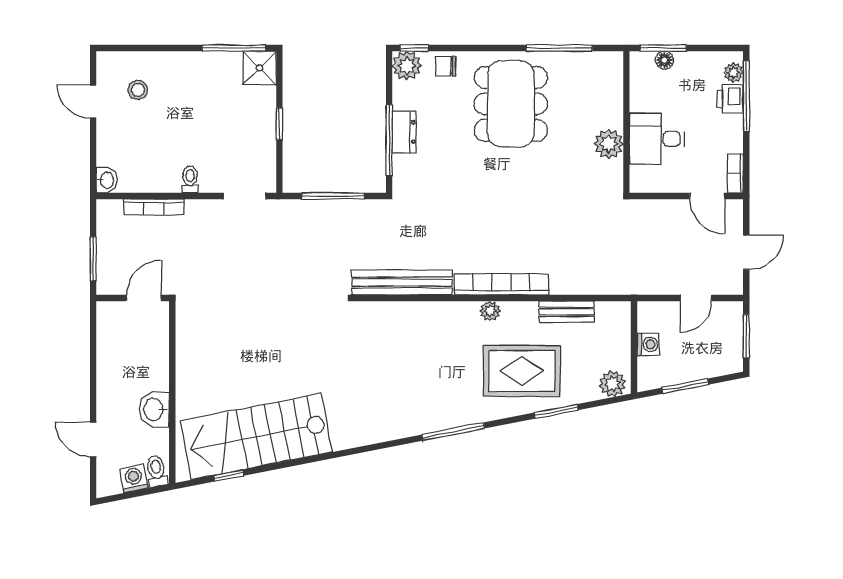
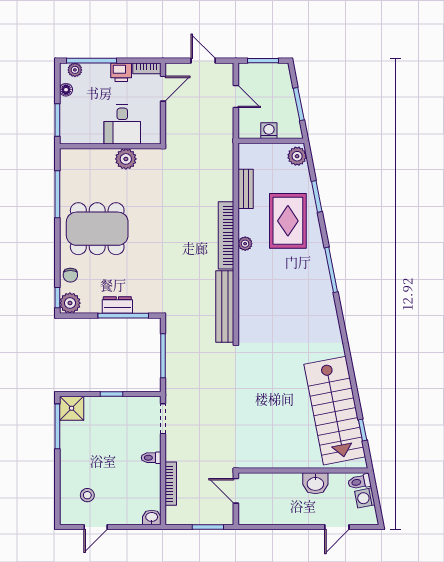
floor lamp: (664, 60) -> (66, 90), moved
printer: (730, 99) -> (121, 72), moved

